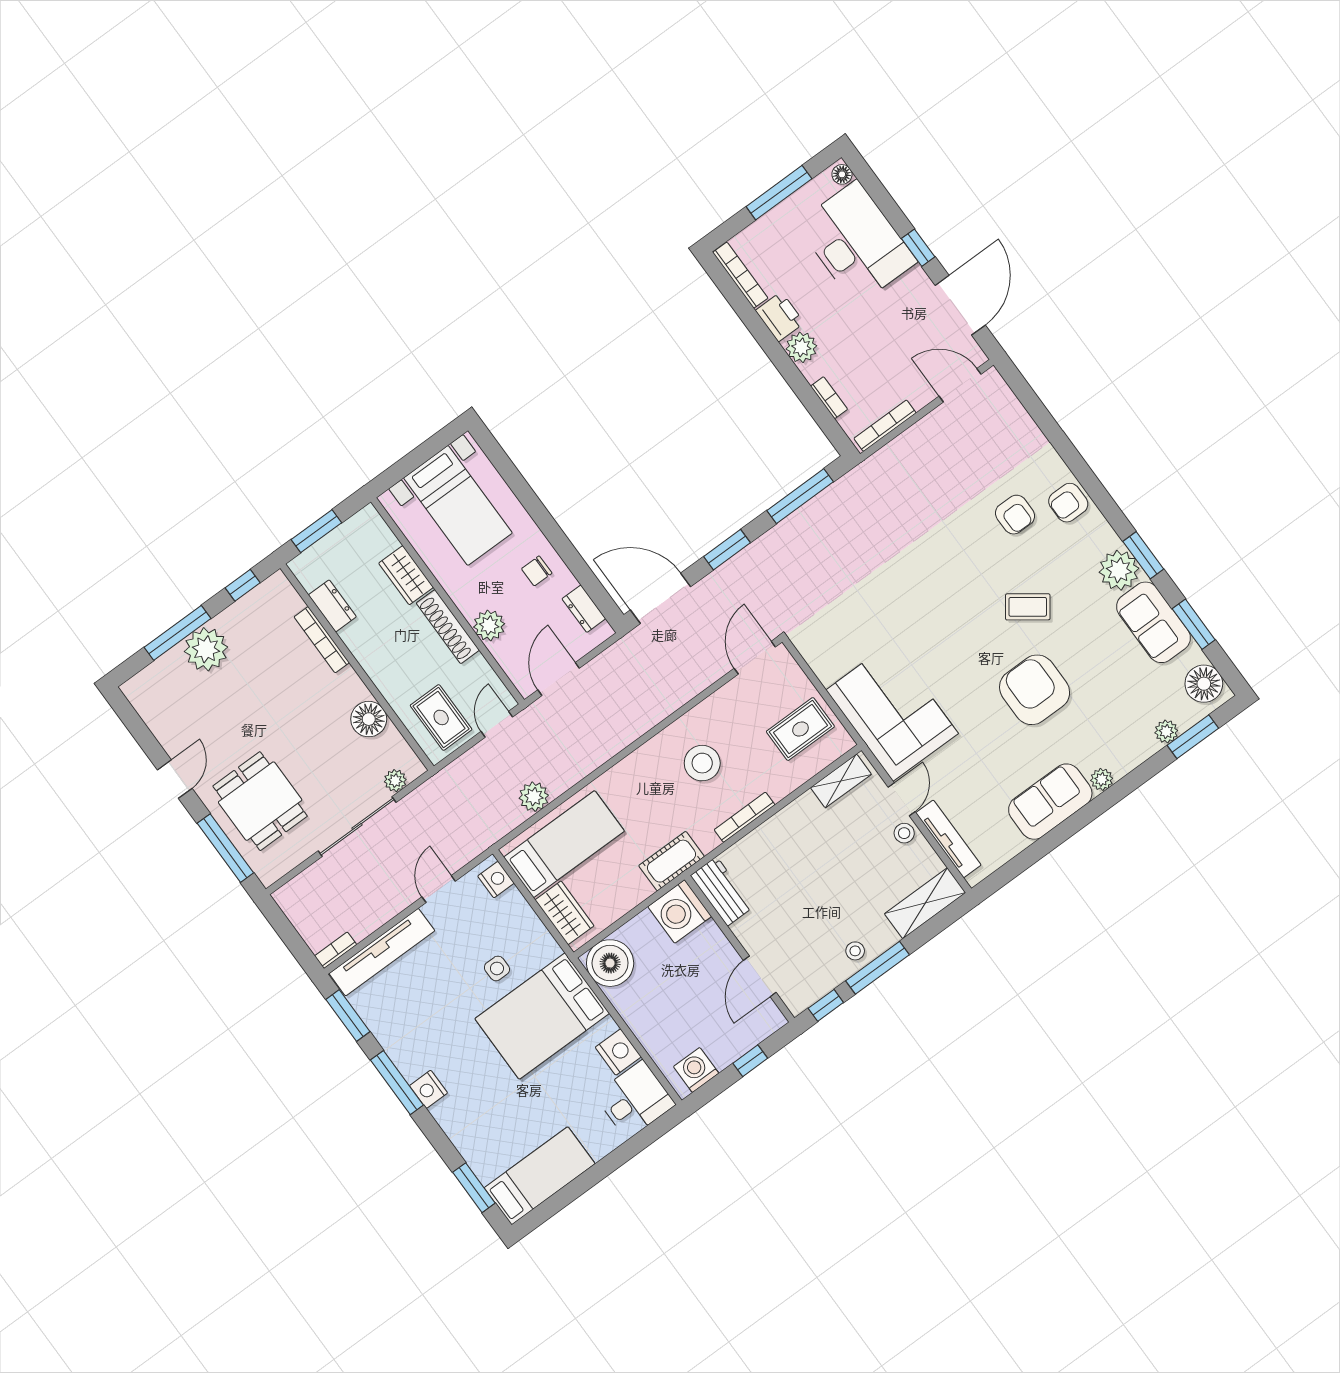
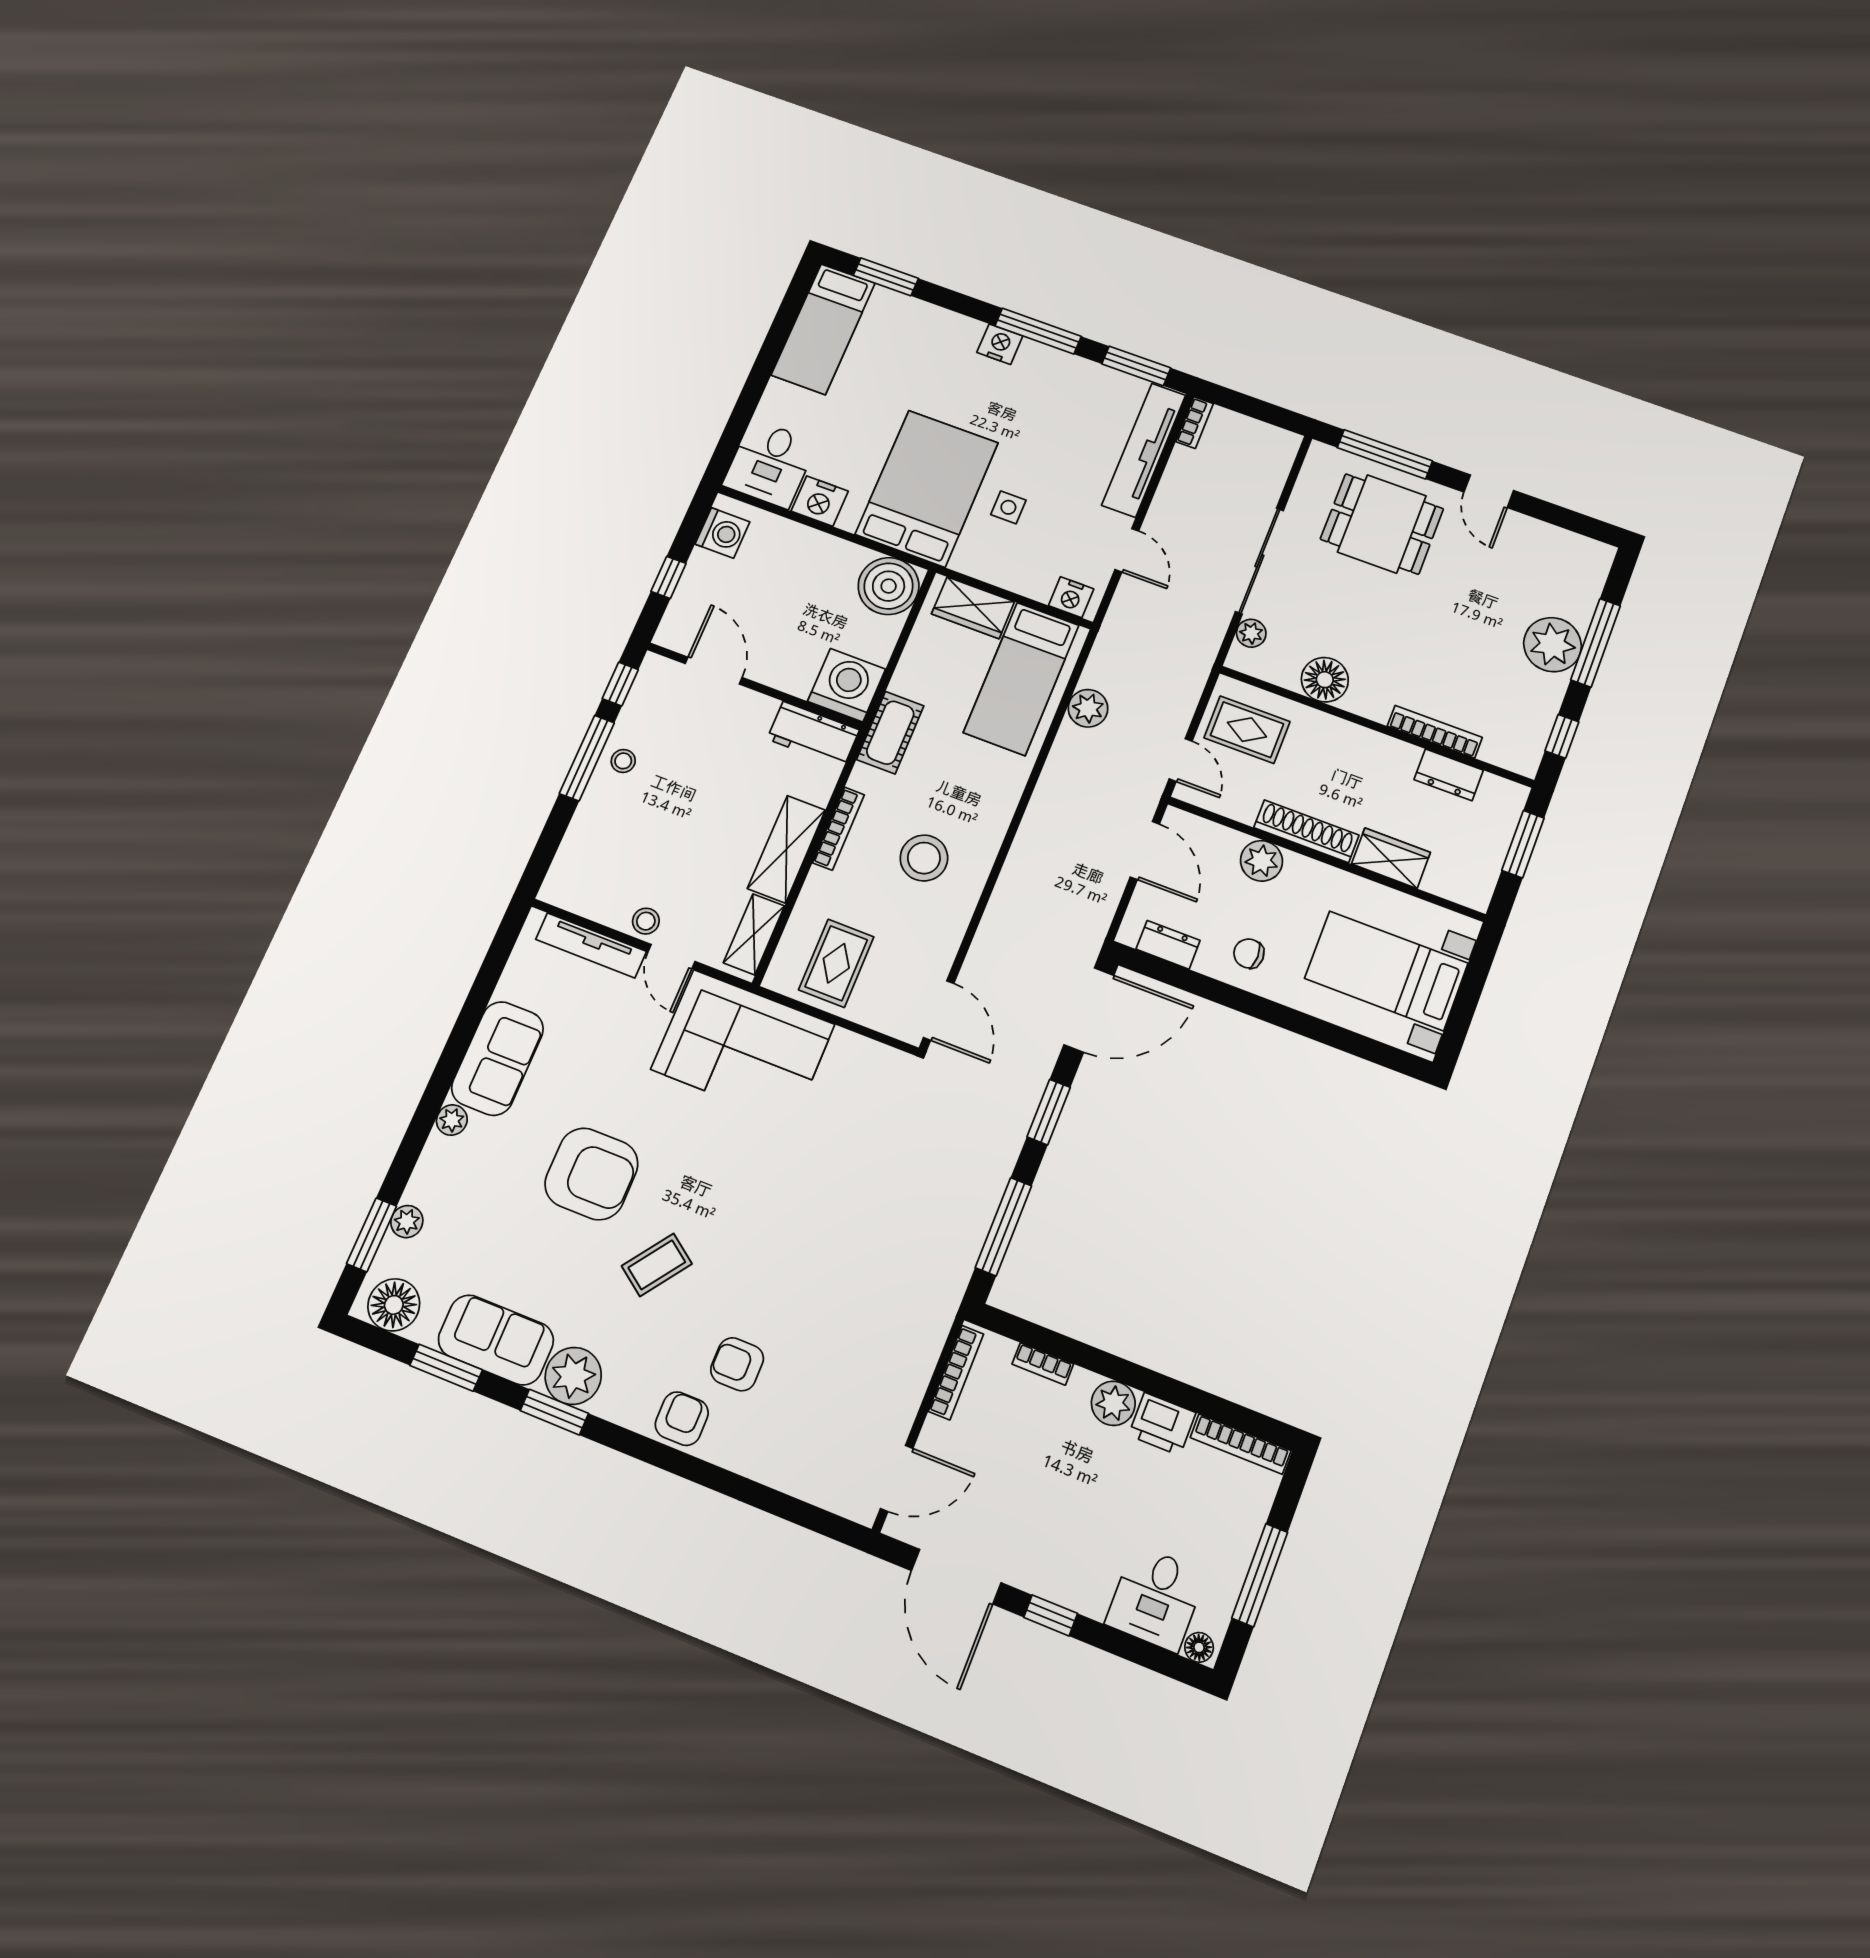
desk: (856, 243) -> (1156, 1598), width x0.53, depth x0.77
chair: (537, 571) -> (1249, 953), turned -90
shelving: (925, 903) -> (786, 849), moved

